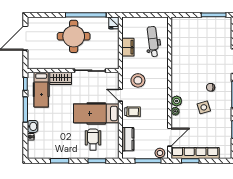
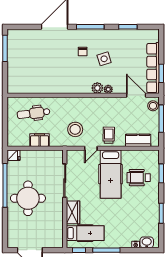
washbasin: (33, 126) -> (147, 242), moved

